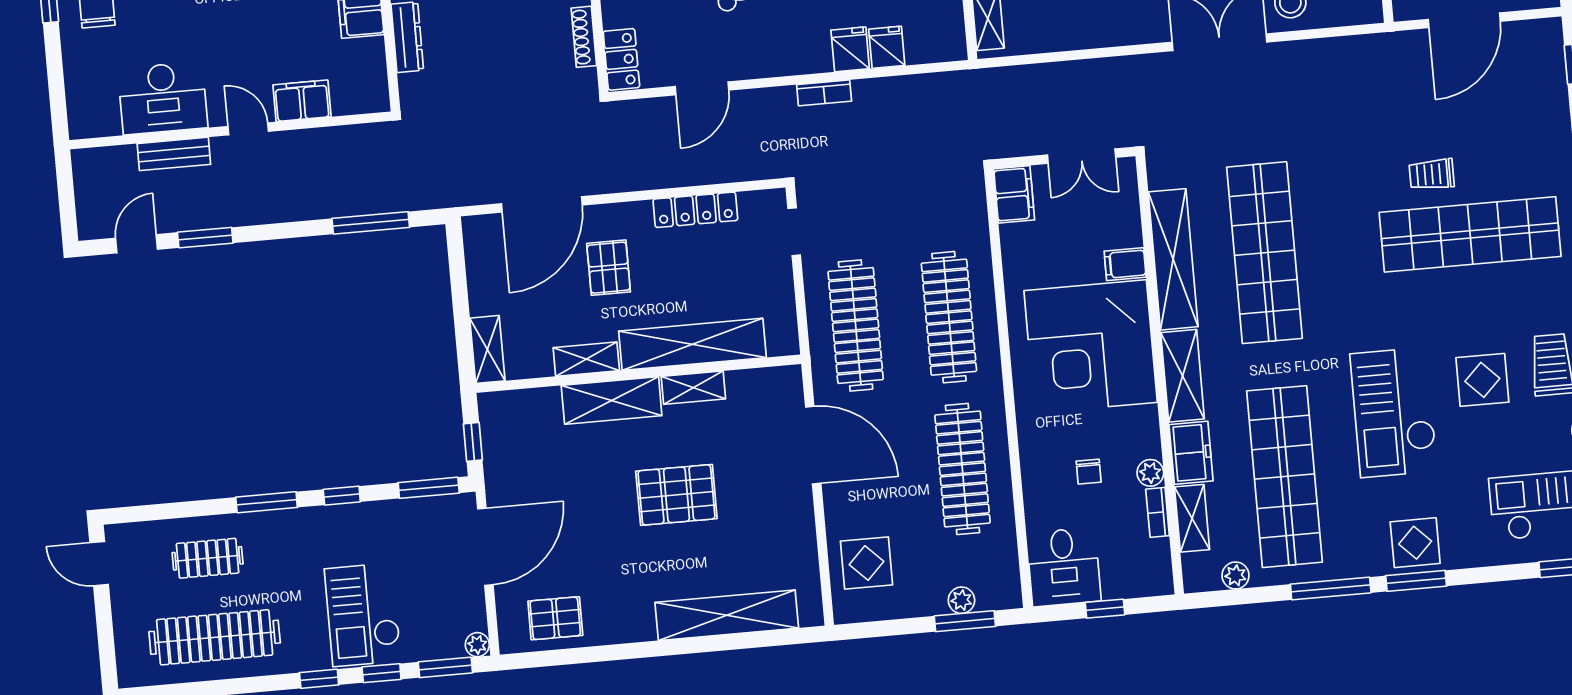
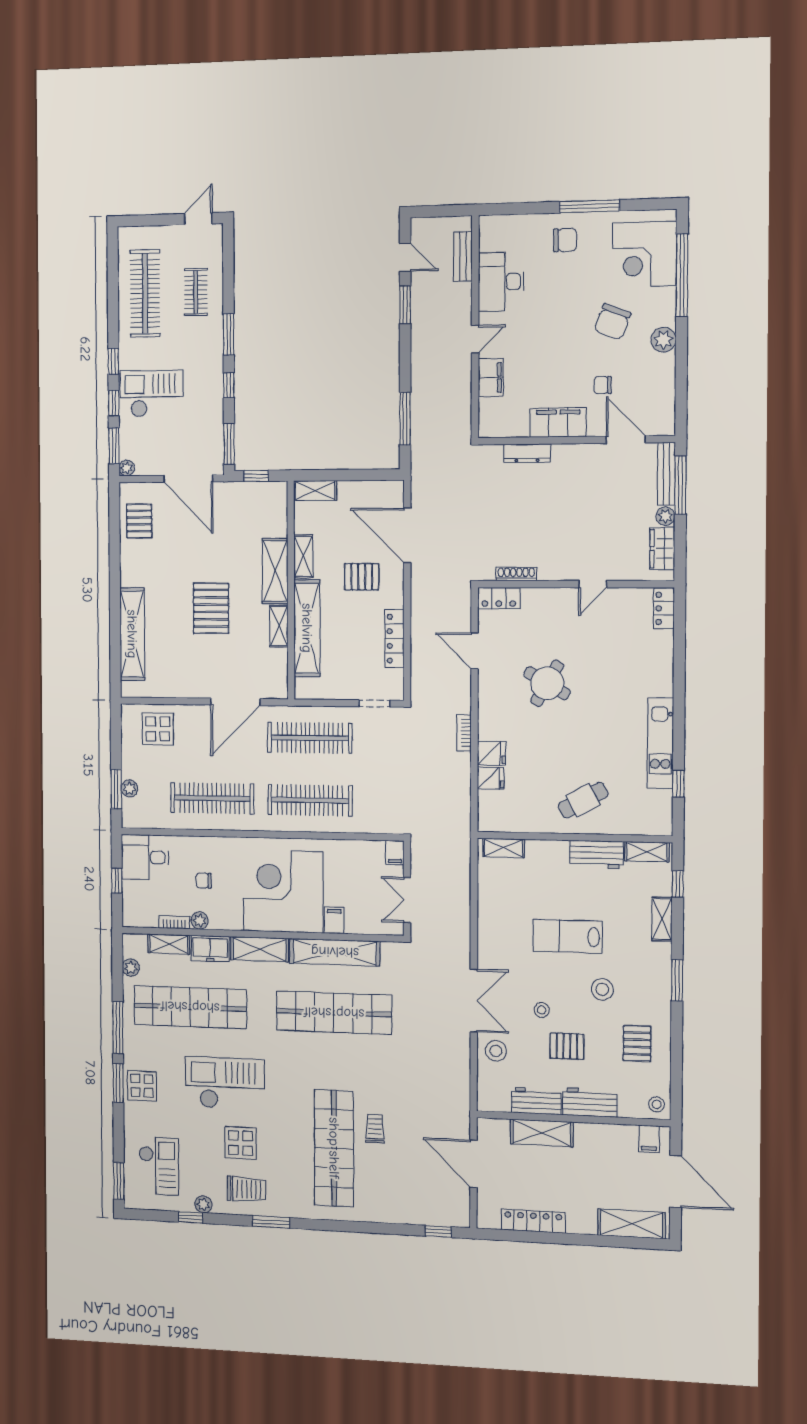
bench: (174, 154) -> (463, 256), moved
filing cabinet: (1014, 194) -> (395, 853), width x0.50

